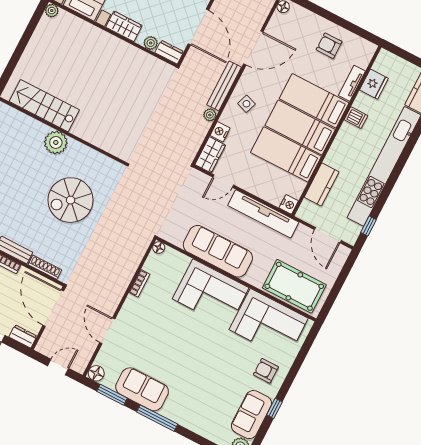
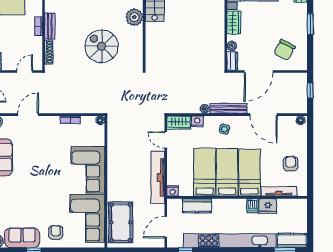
tv unit: (352, 83) -> (279, 191), width x1.41
fridge: (374, 84) -> (268, 206), moved
sofa: (218, 251) -> (118, 160), removed
door: (53, 308) -> (25, 72), width x0.53

